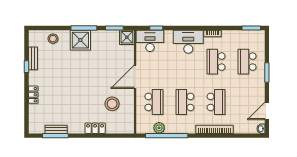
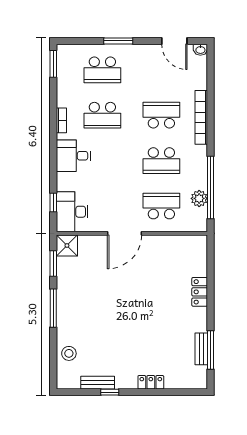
shower: (80, 40) -> (71, 313), removed
desk: (188, 42) -> (73, 156), width x0.73
door: (135, 77) -> (124, 233), hinge flipped
stool: (112, 104) -> (164, 267), removed

